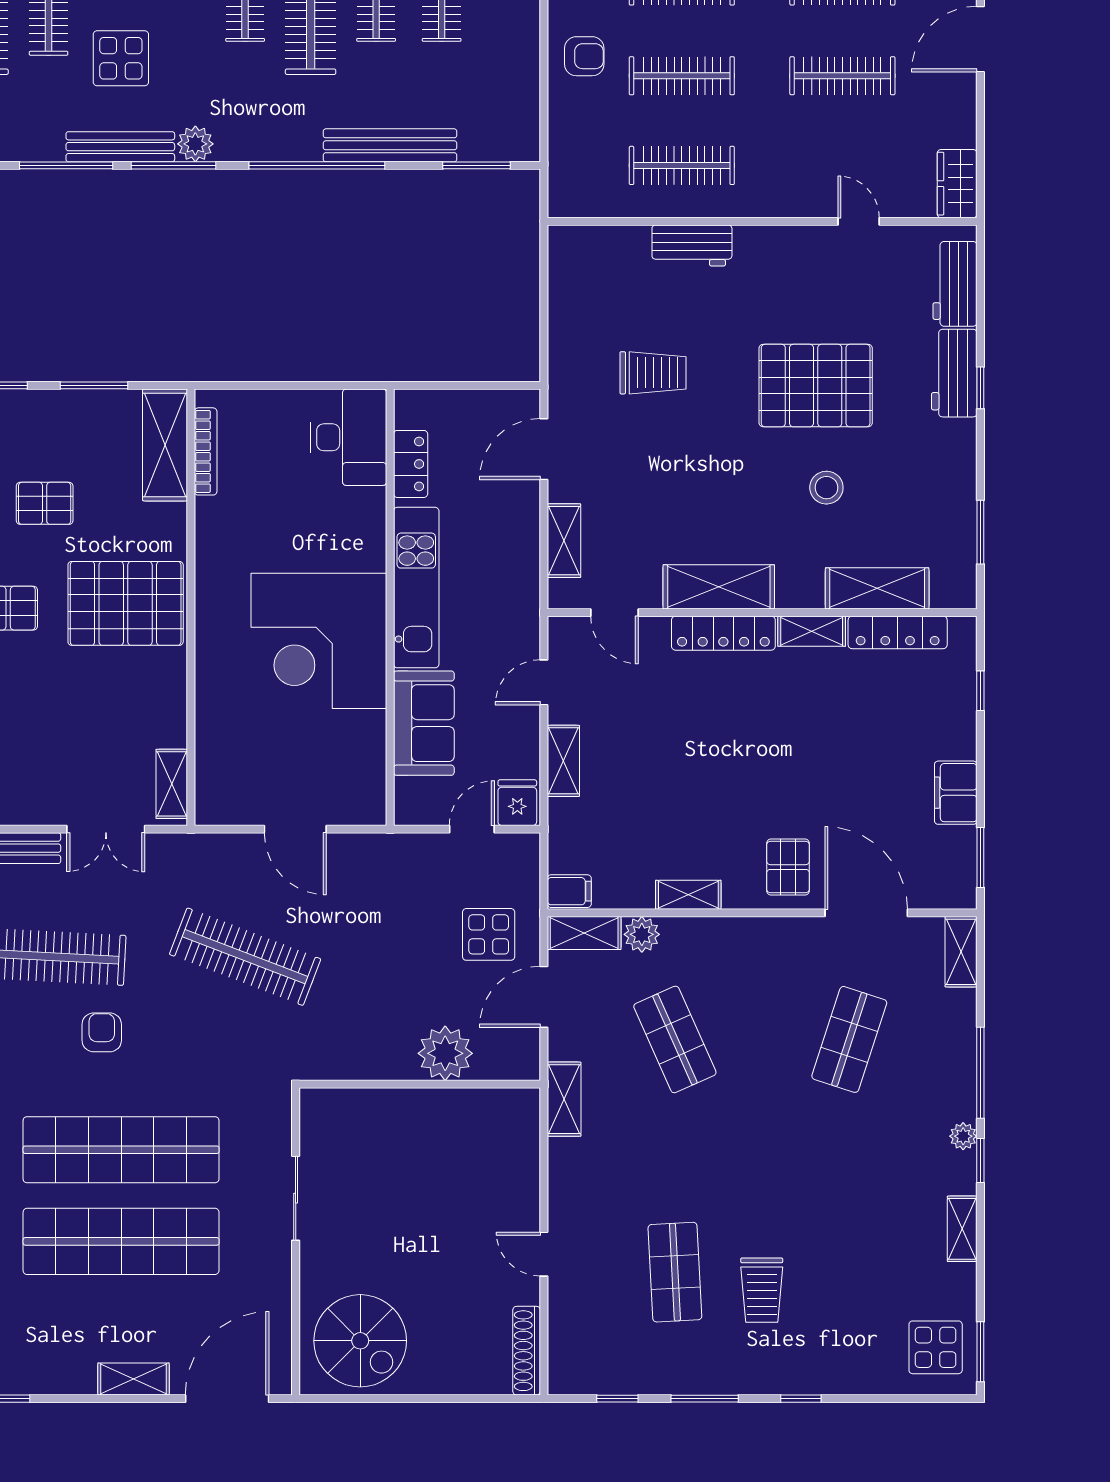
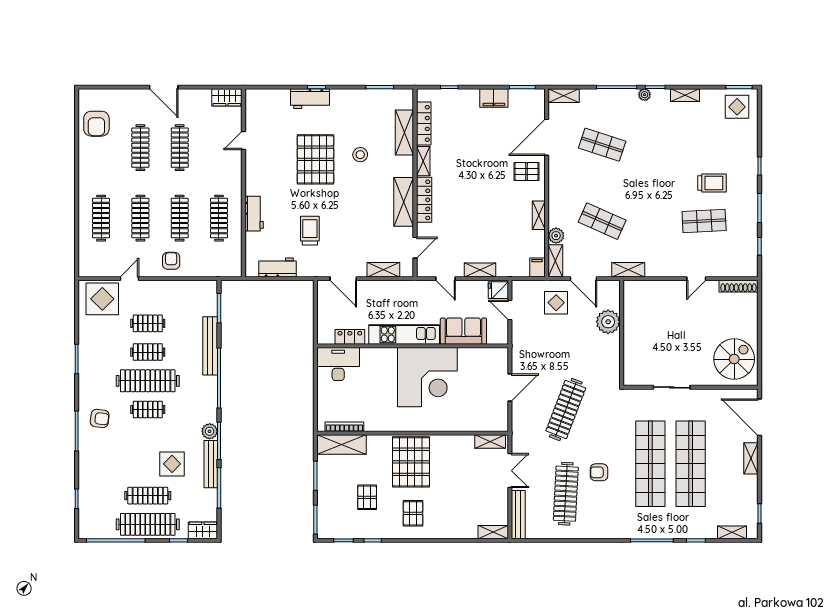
workbench: (955, 284) -> (278, 267), moved, turned 180
shop shelf: (675, 1039) -> (602, 221), turned 48

